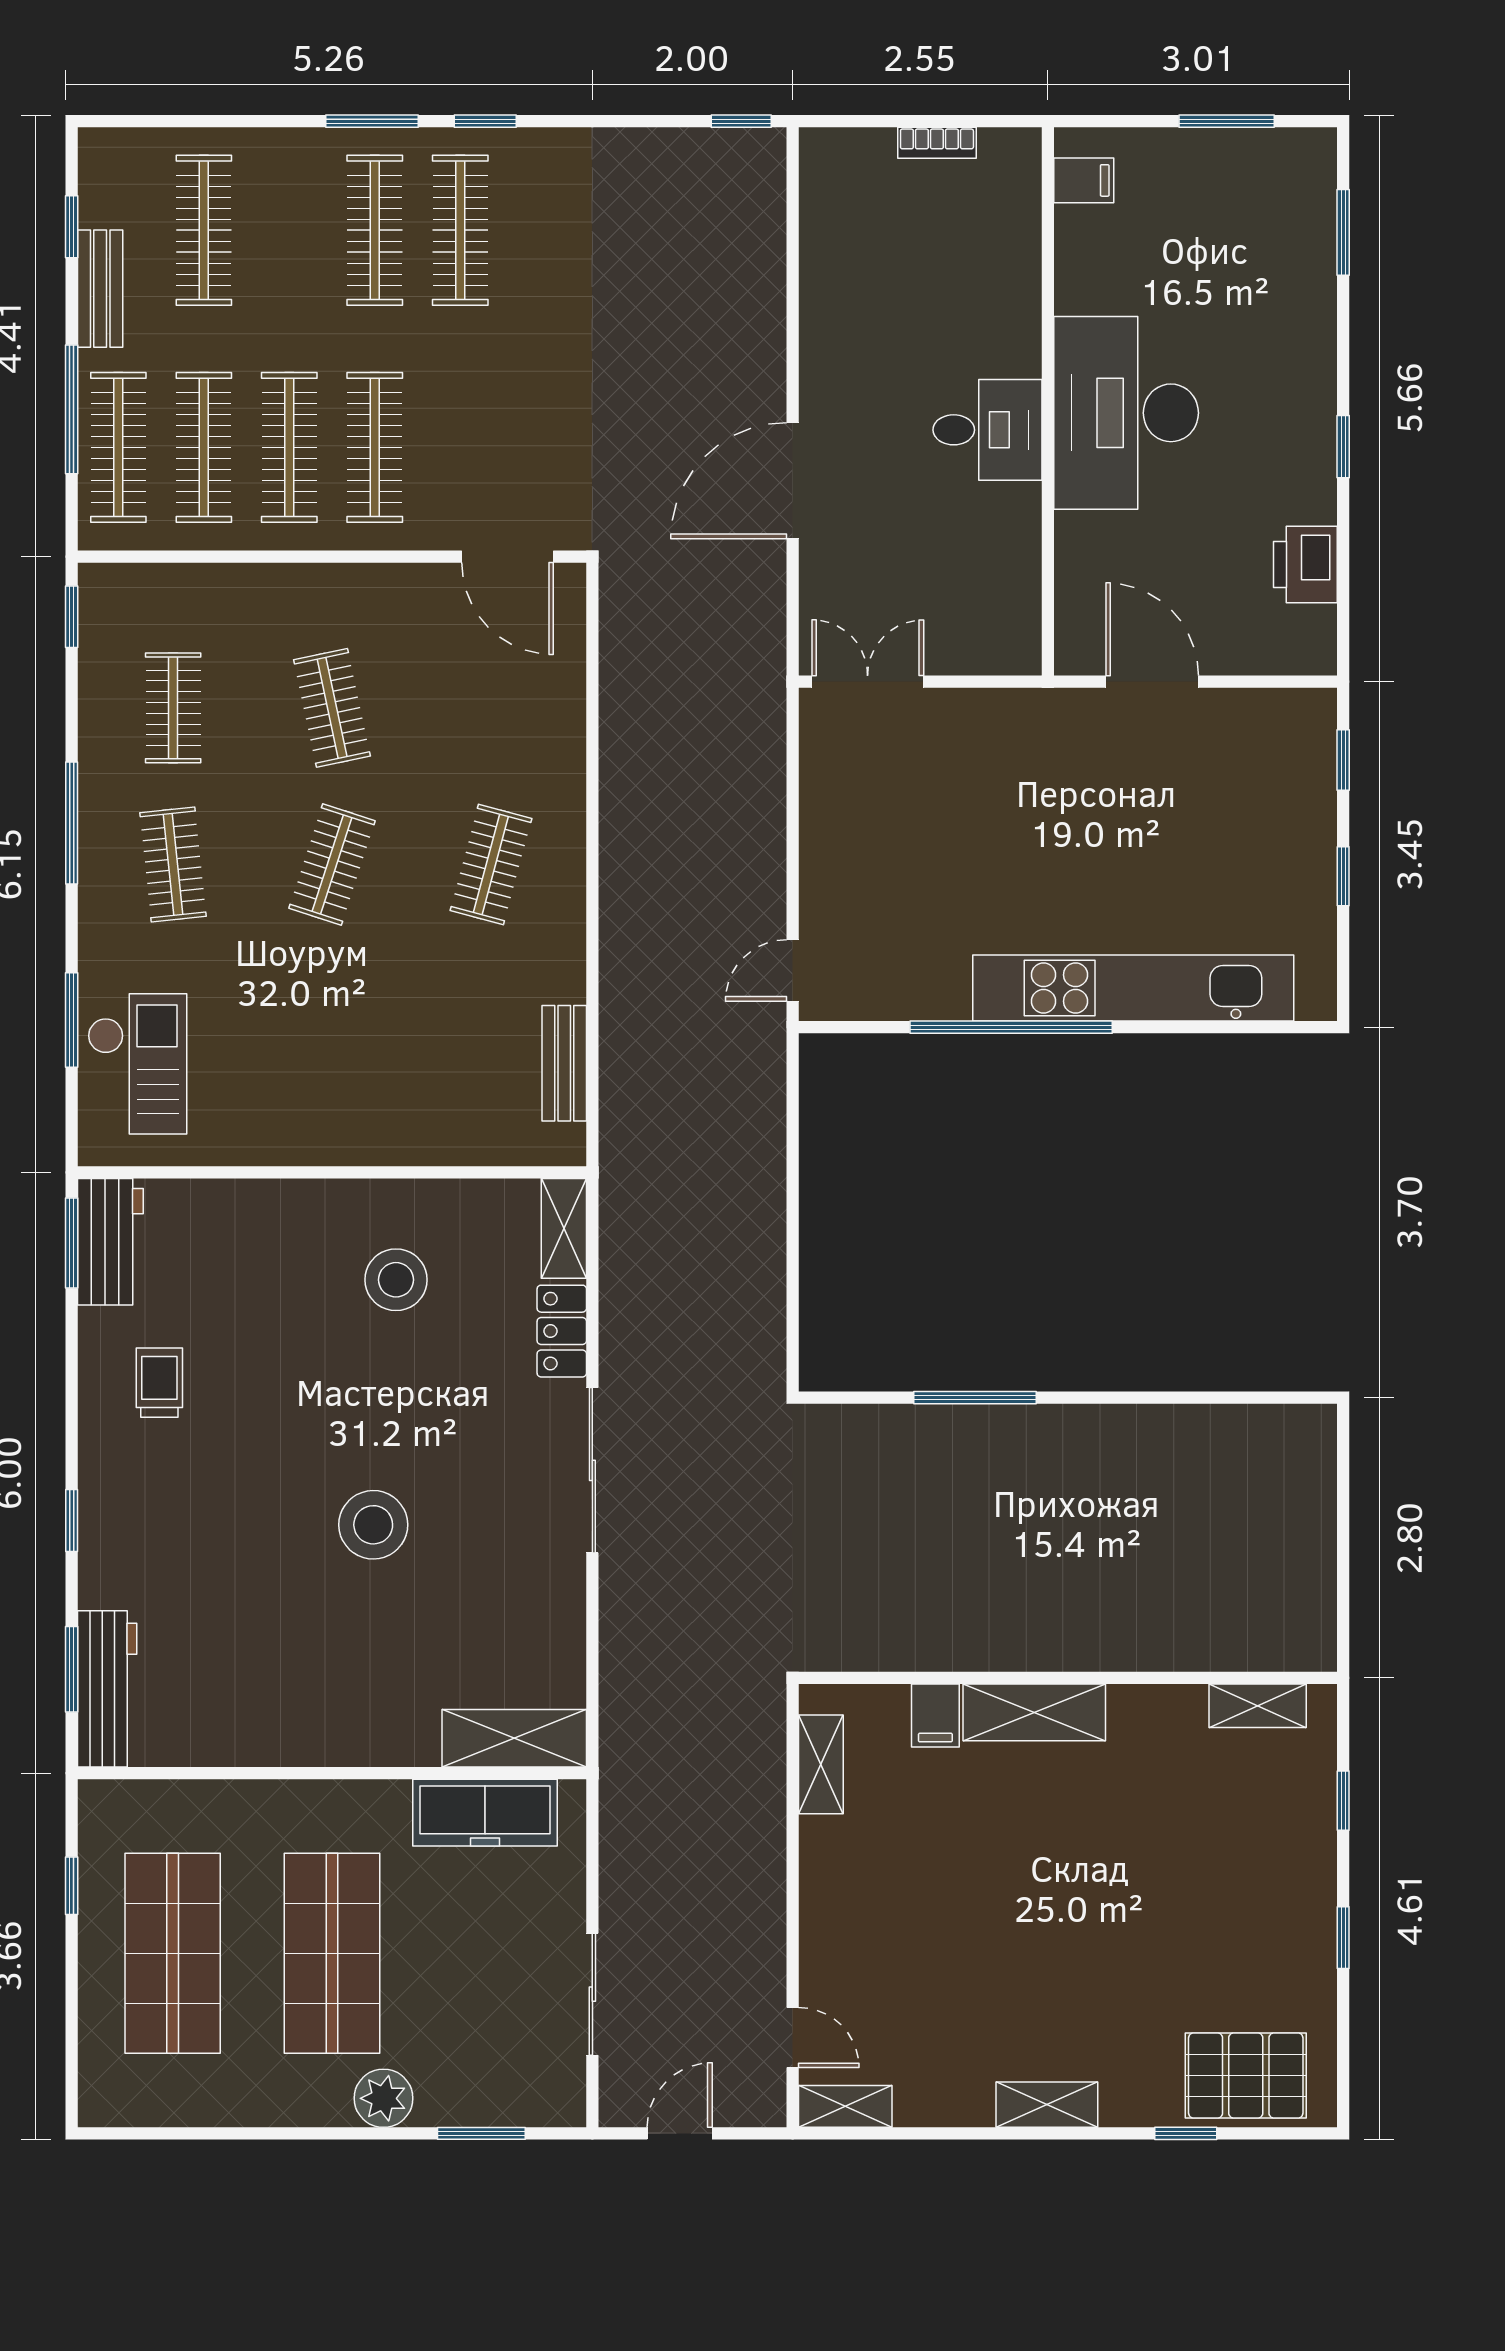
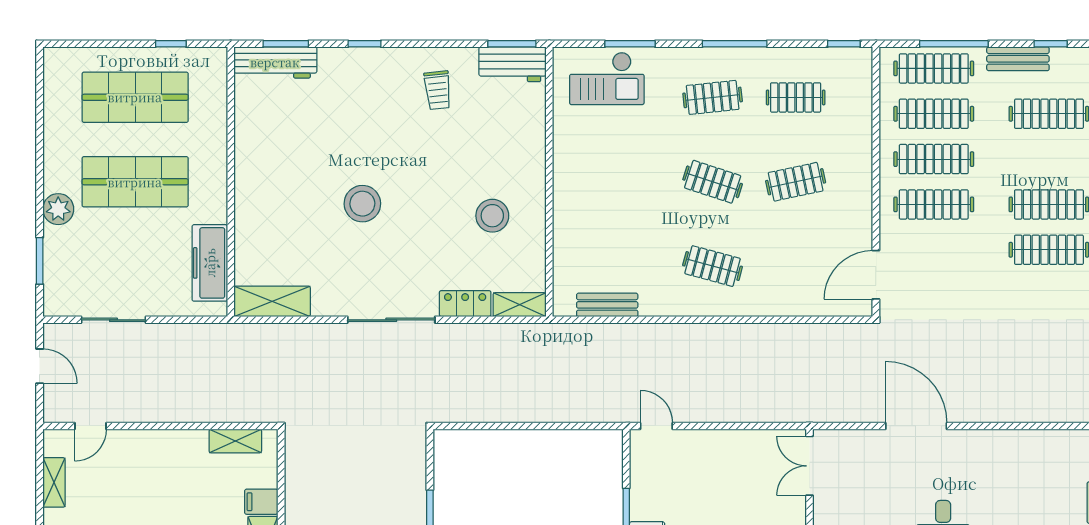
double door: (868, 682) -> (809, 466), swing flipped
trolley: (159, 1383) -> (438, 90), turned 84
shelving: (514, 1738) -> (272, 301), moved, turned 90
shelving: (845, 2106) -> (54, 482), moved

